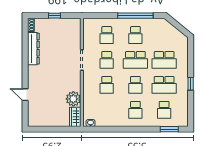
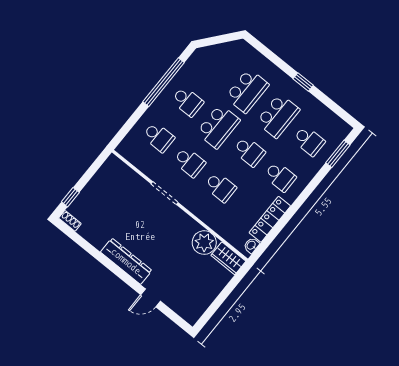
window: (55, 16) -> (70, 197), moved
dresser: (33, 49) -> (126, 261), moved
locker: (111, 122) -> (270, 219), added

